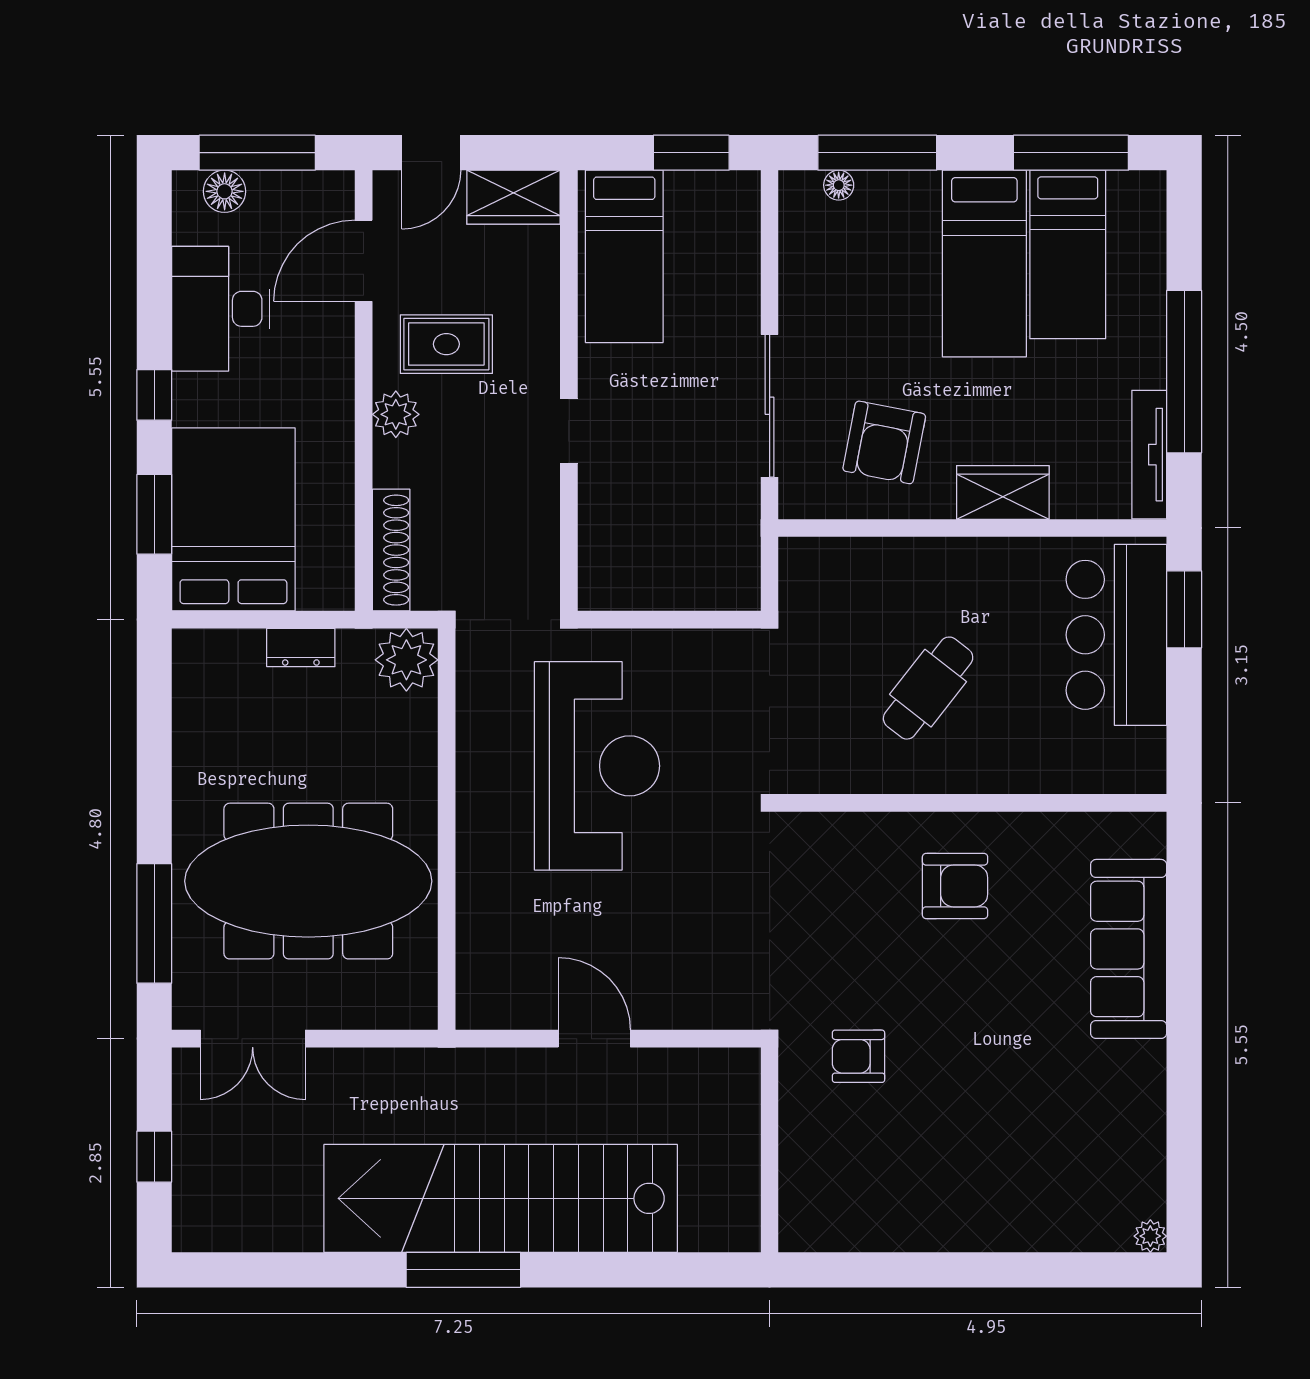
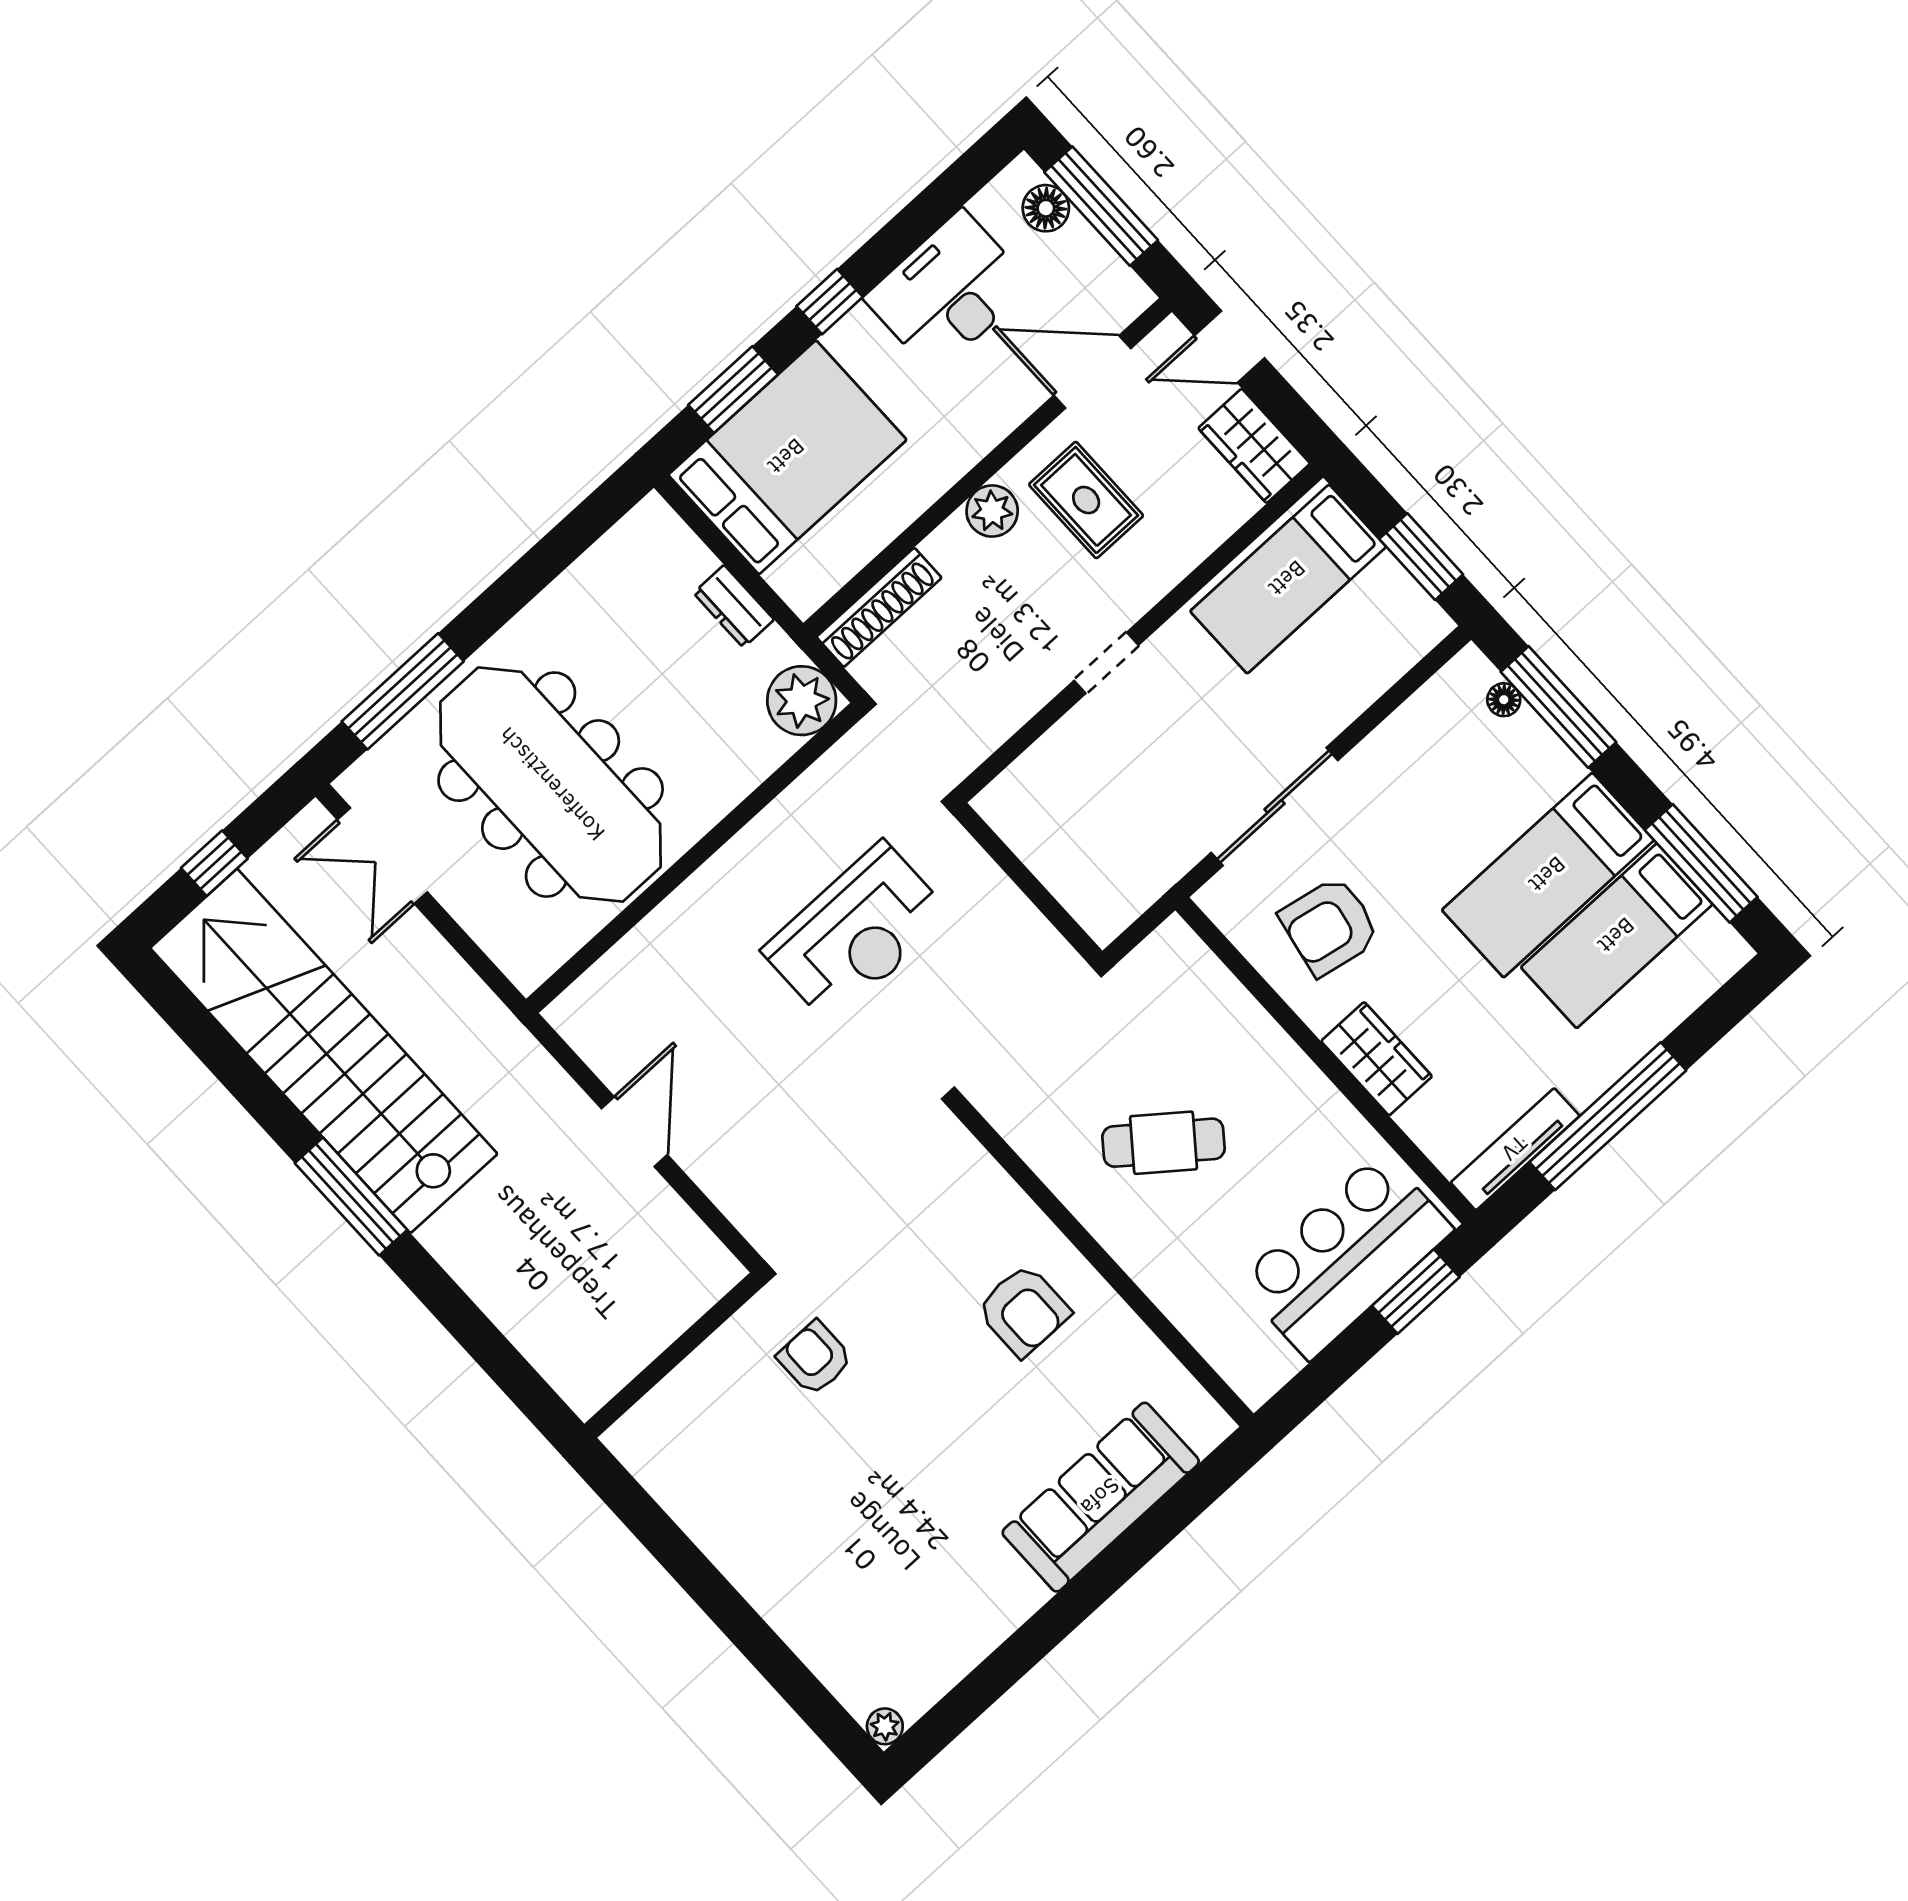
reception desk: (597, 766) -> (857, 933), width x0.74, depth x0.77
stairs: (501, 1198) -> (324, 1051), moved

